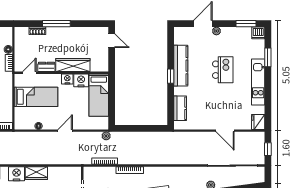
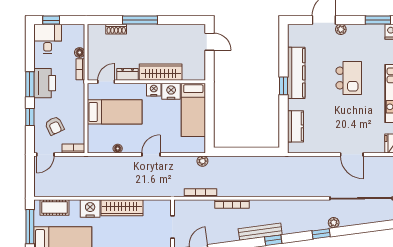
wardrobe: (36, 173) -> (122, 208), width x1.50

